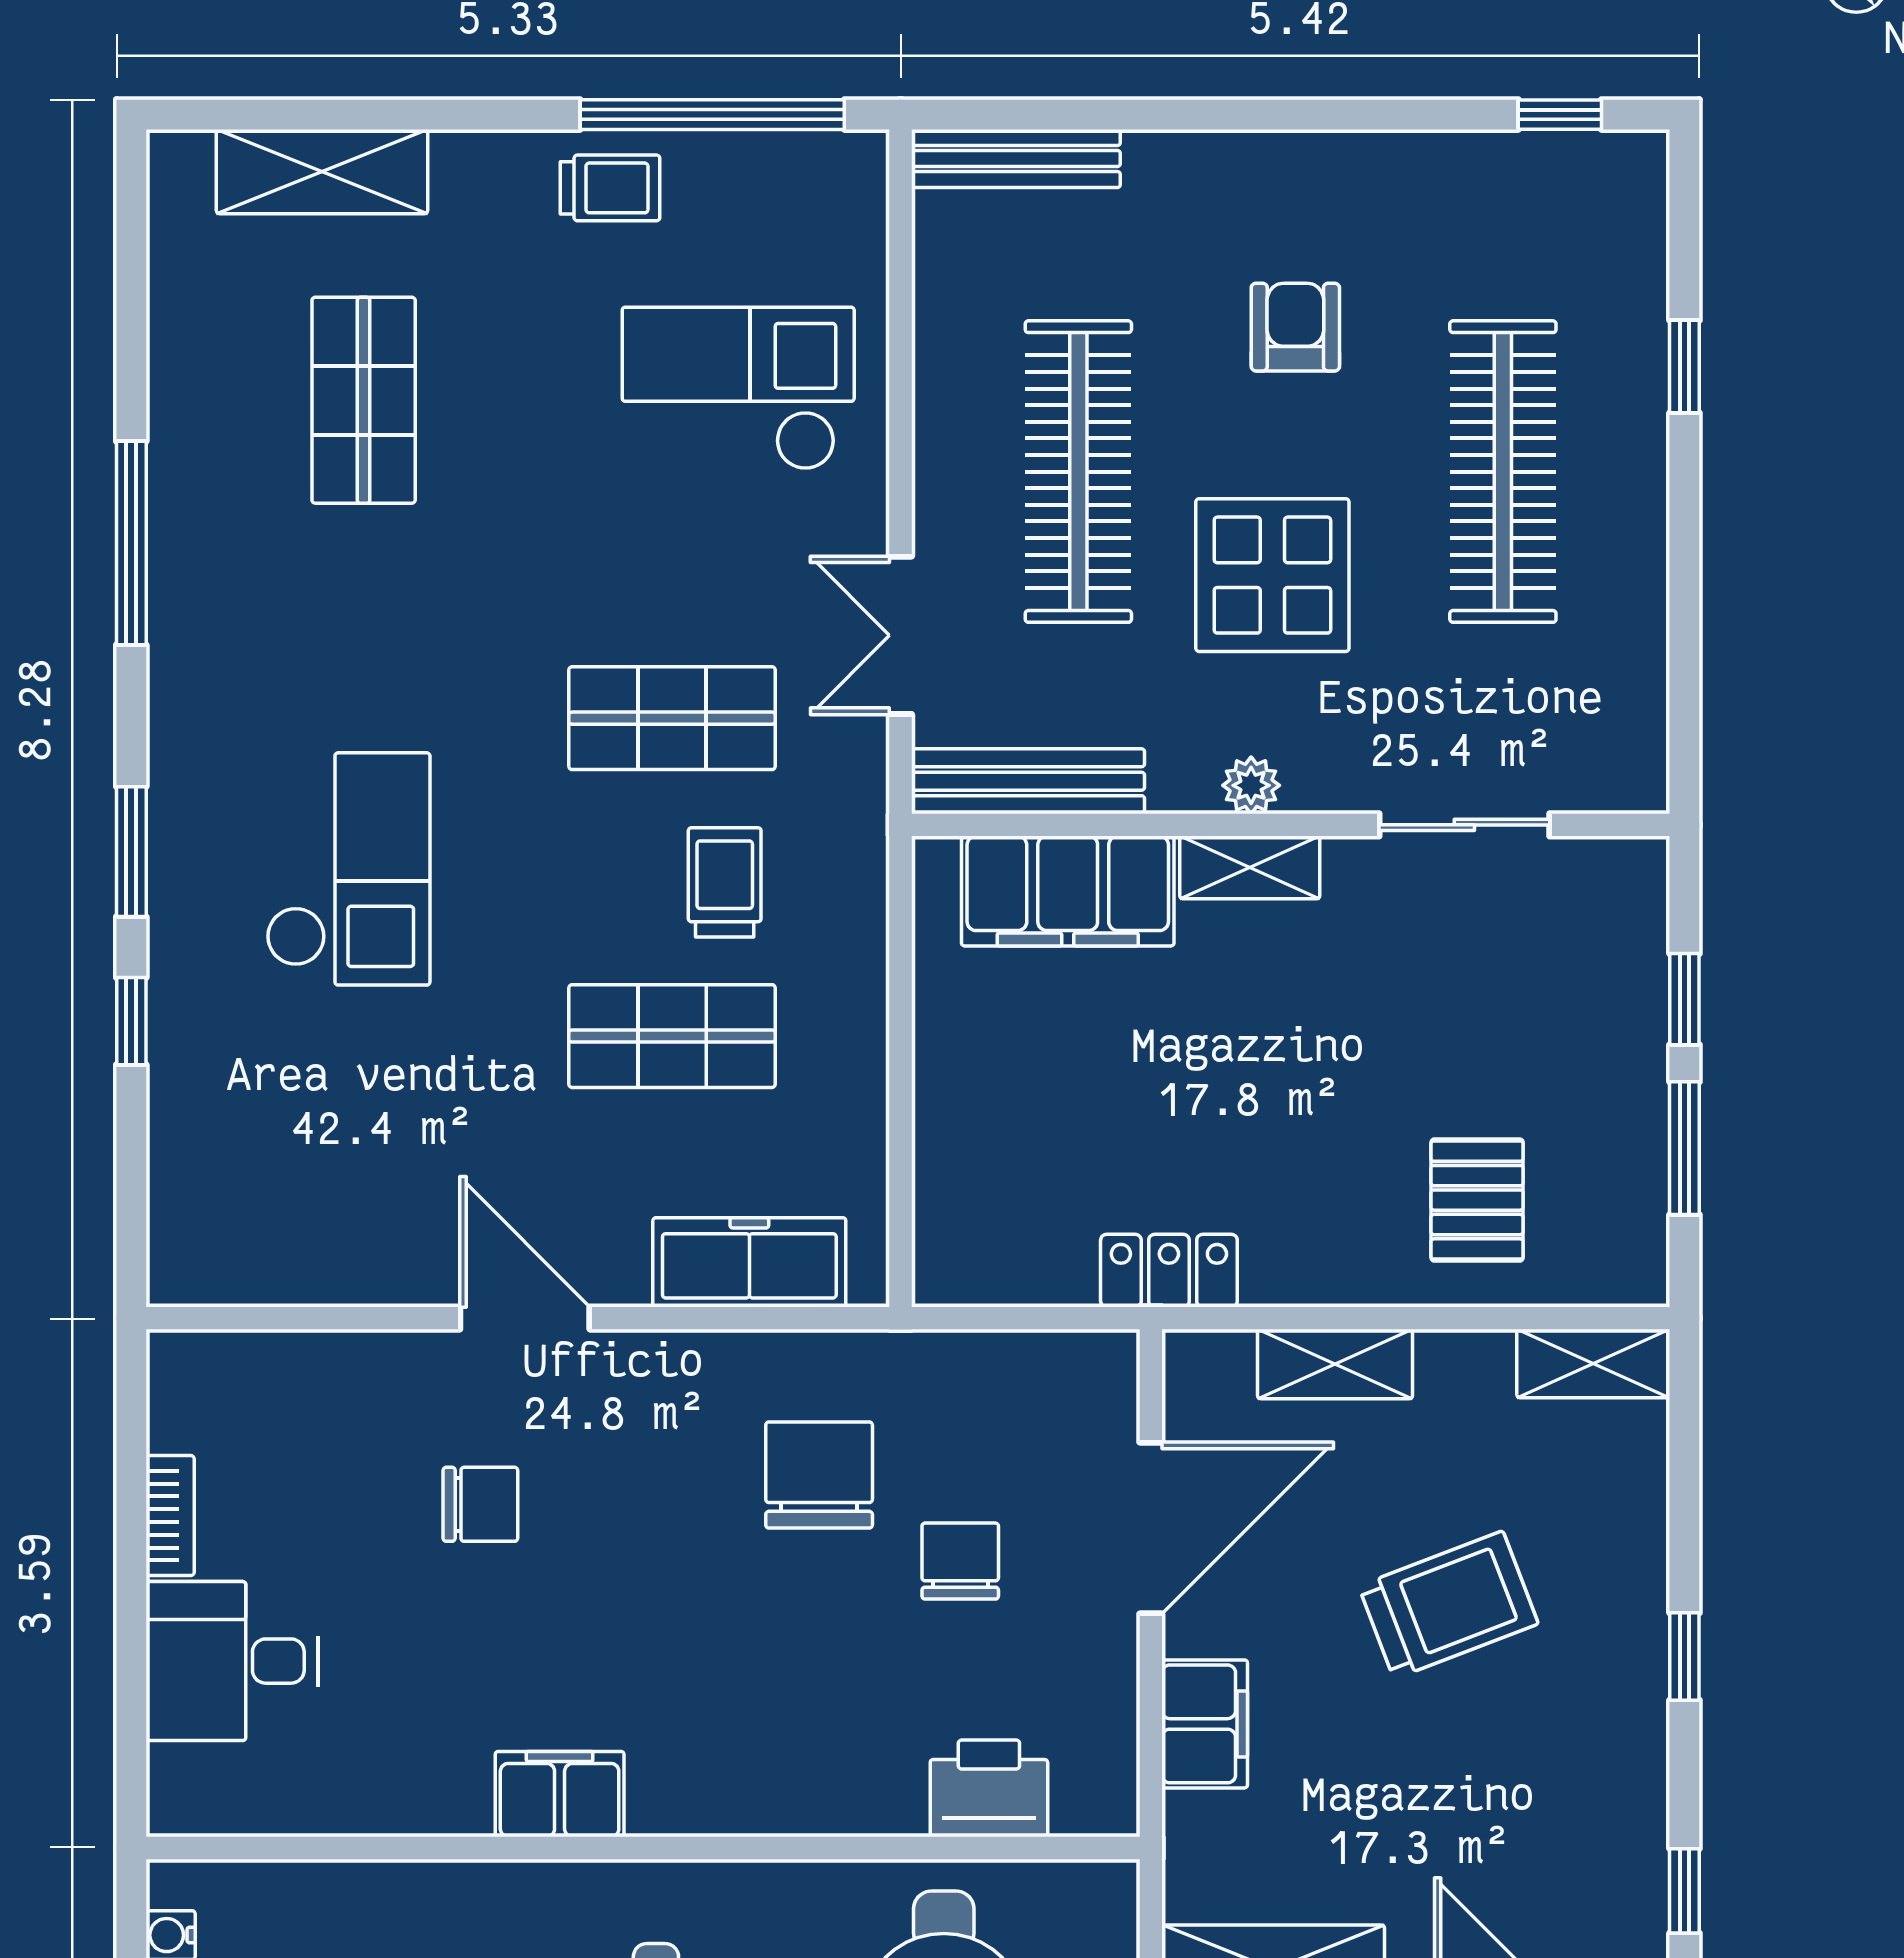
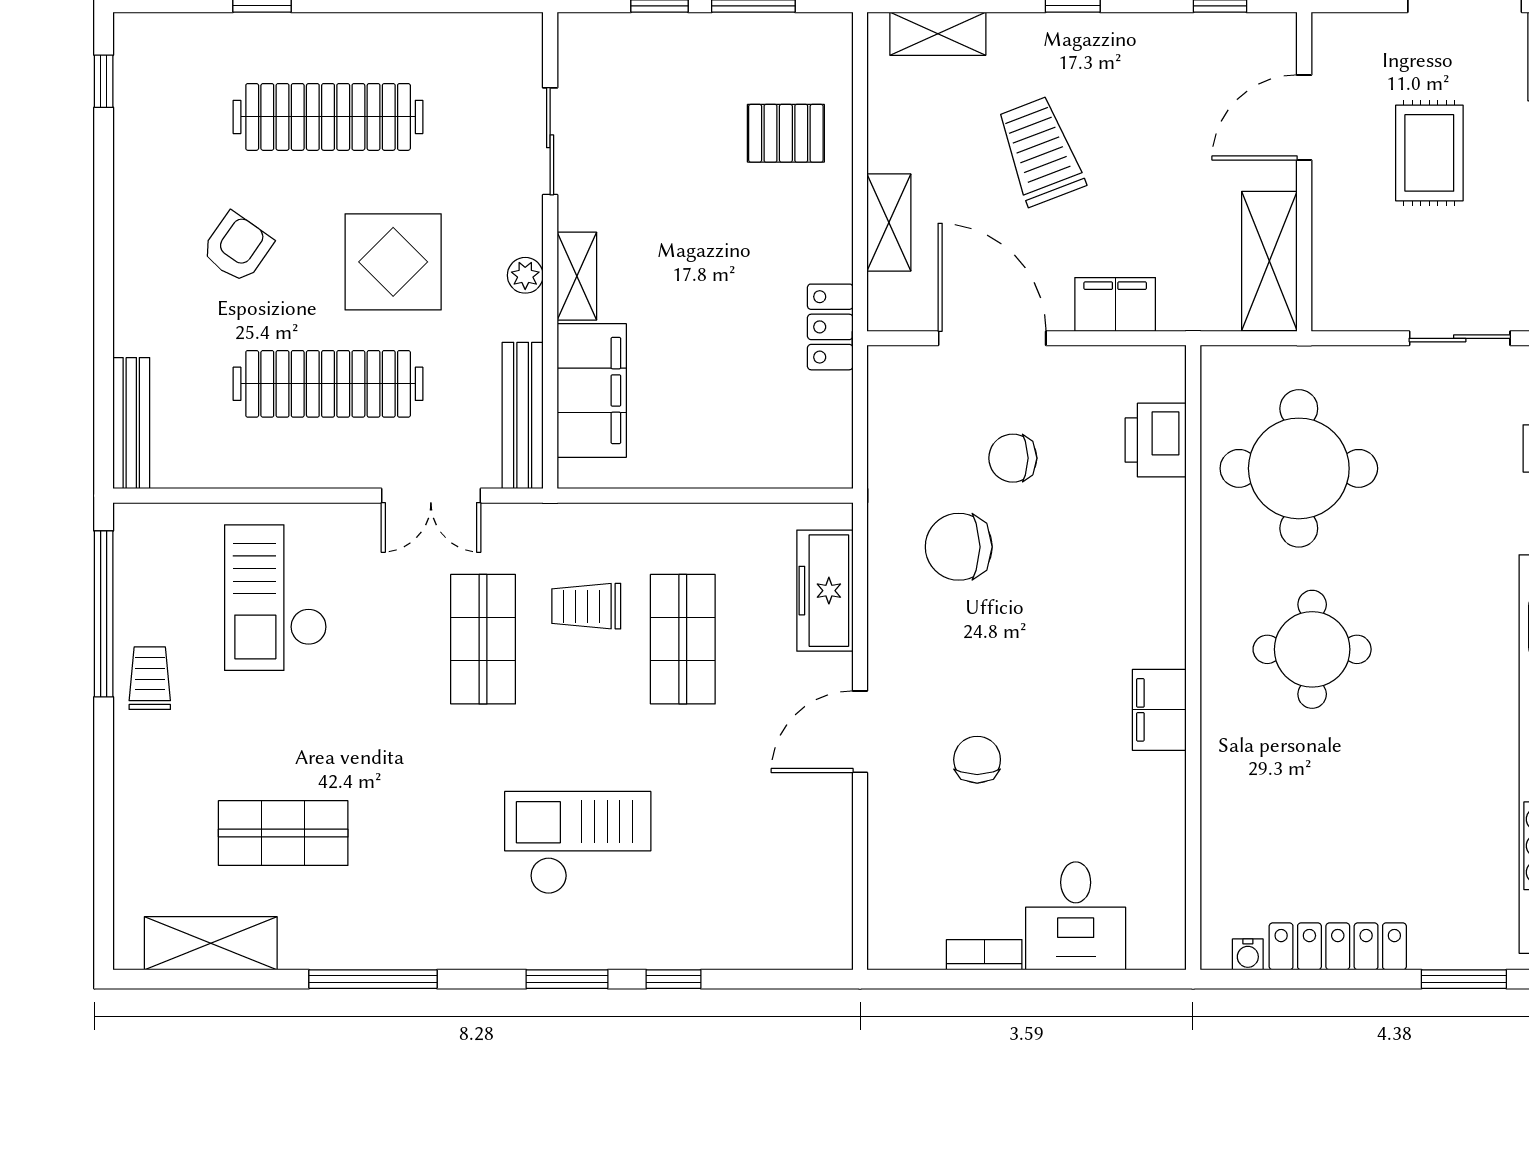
shelving: (322, 172) -> (211, 943), moved, turned 90
armchair: (1295, 327) -> (237, 247), turned 125
shelving: (1593, 1363) -> (938, 34), moved, turned 90

